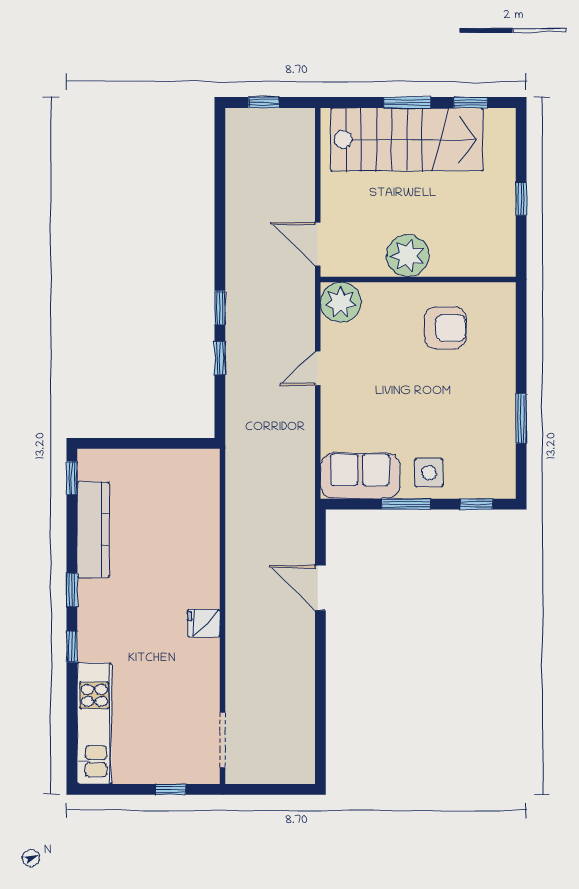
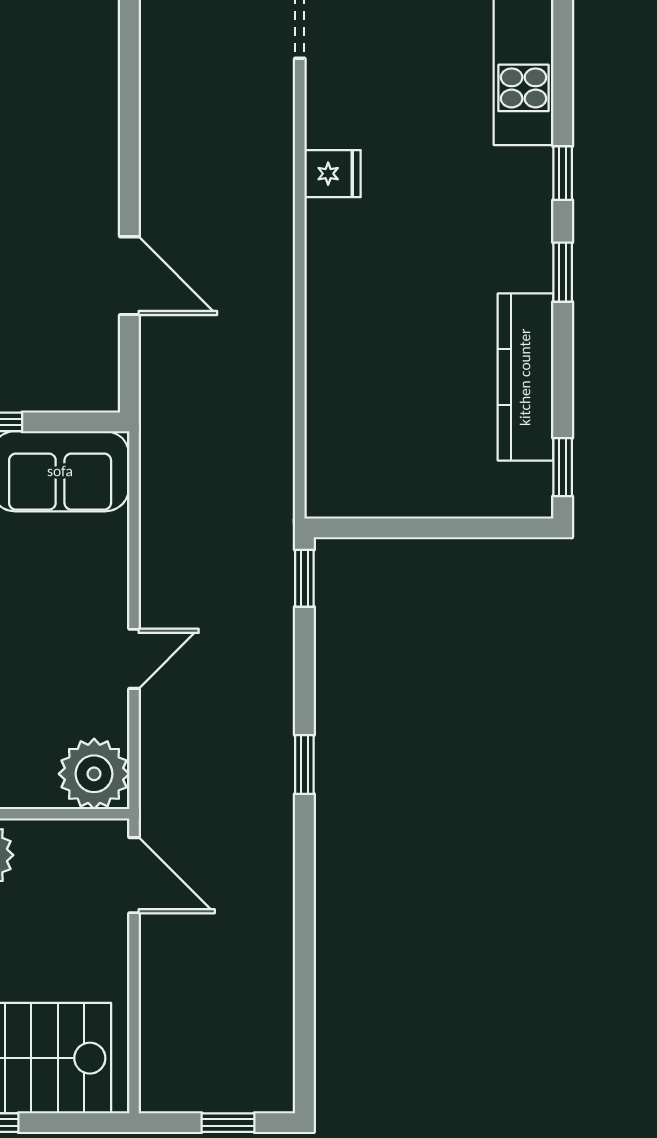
window: (220, 358) -> (304, 578), moved
fridge: (204, 623) -> (333, 174), moved

